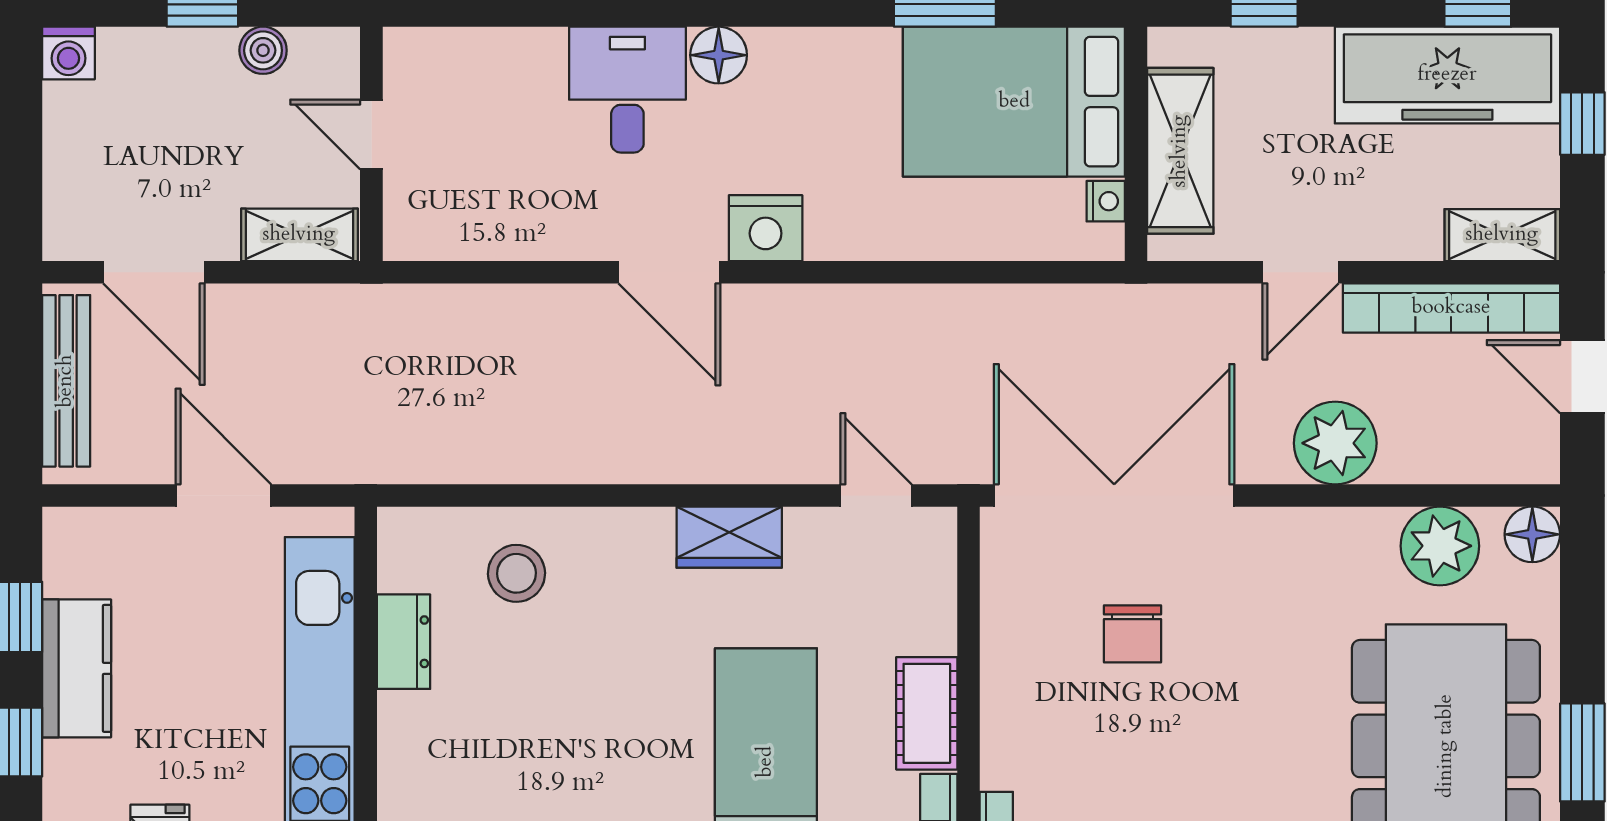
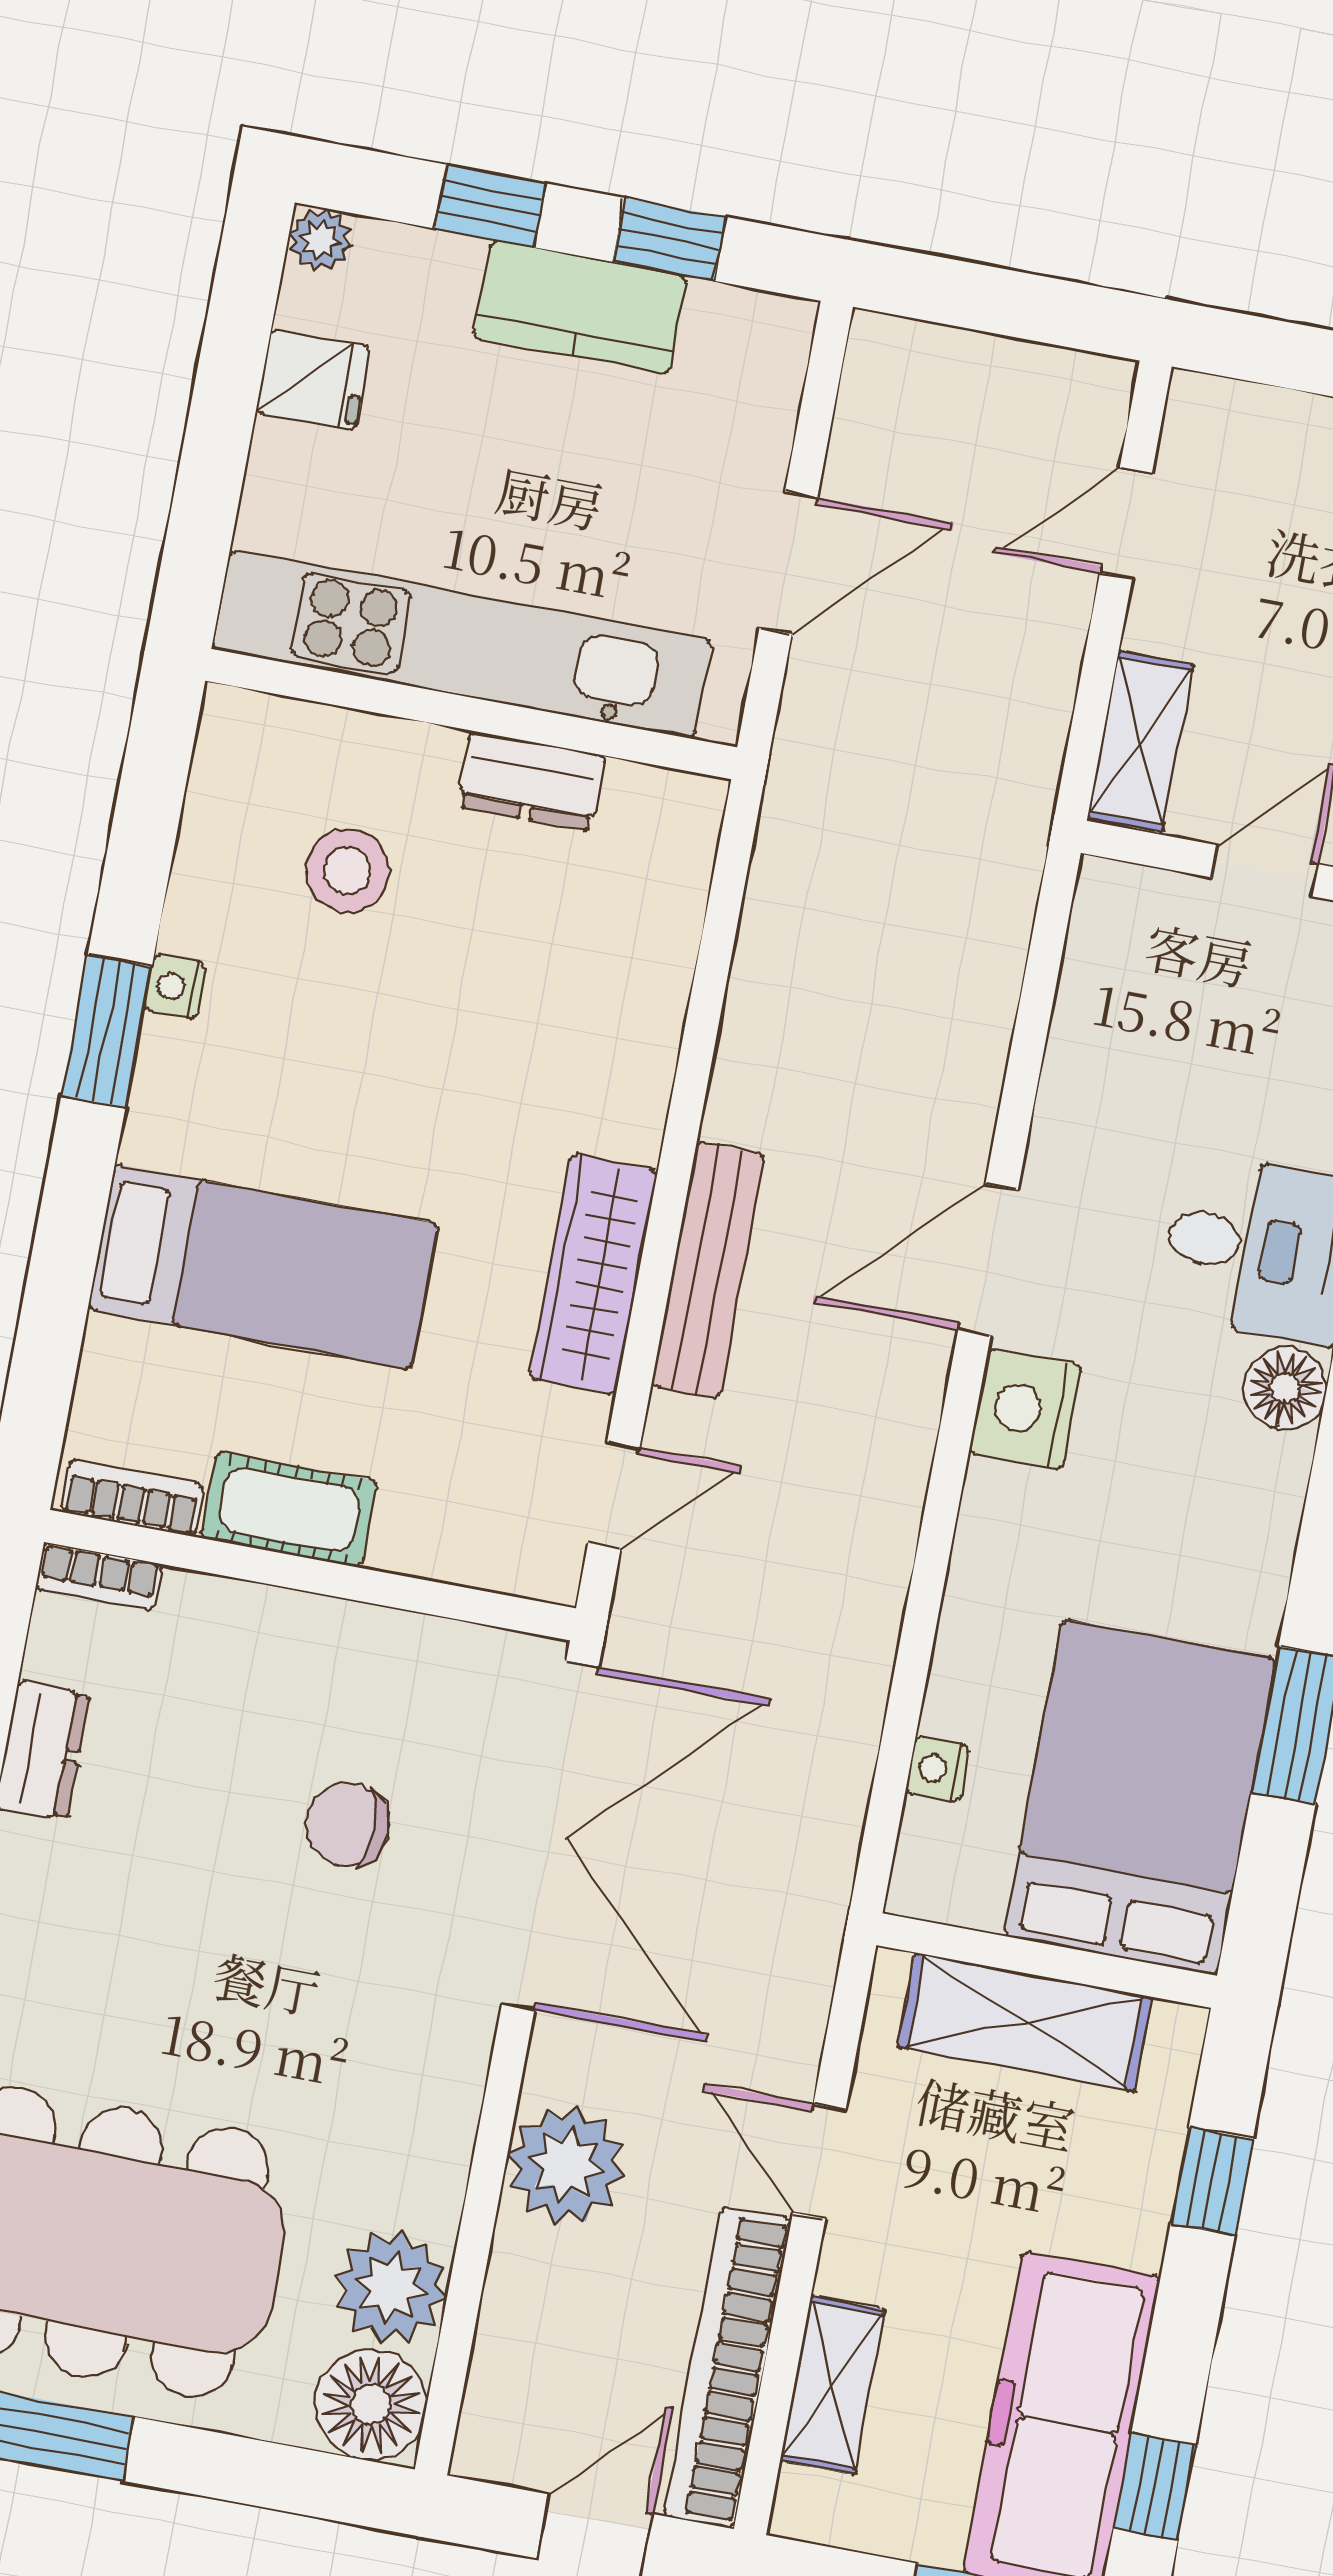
nightstand: (1106, 201) -> (937, 1769), moved, turned 90
shelving: (1502, 235) -> (832, 2385), moved
door: (154, 272) -> (1126, 523), width x0.73
bench: (66, 381) -> (708, 1270), moved, turned 90
floor lamp: (1532, 534) -> (371, 2405), width x1.38, depth x1.38
wardrobe: (729, 537) -> (594, 1274), width x1.50
stool: (517, 573) -> (347, 871), moved

